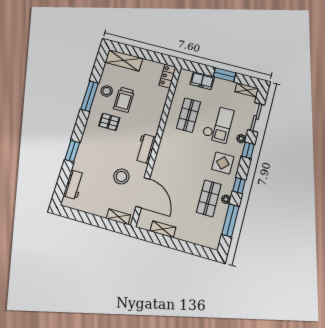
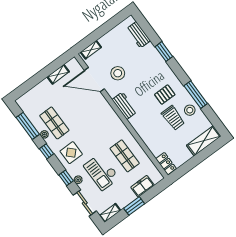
trolley: (124, 100) -> (173, 118), turned 180

